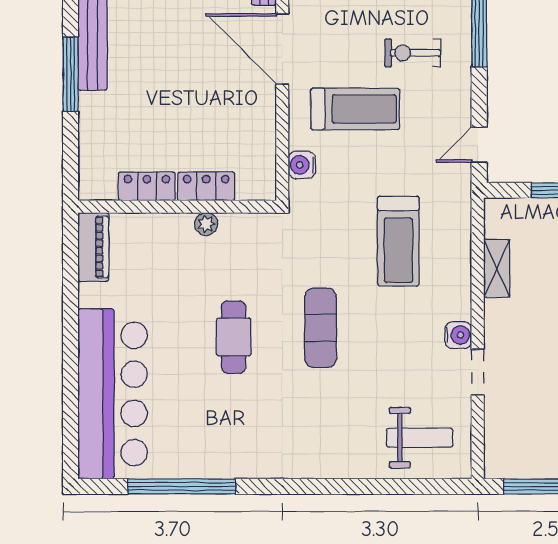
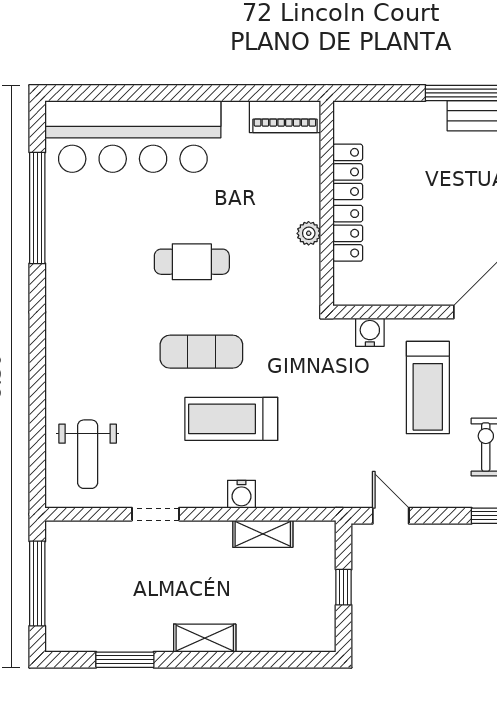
treadmill: (398, 241) -> (231, 419), moved
water cooler: (458, 335) -> (242, 494), moved

